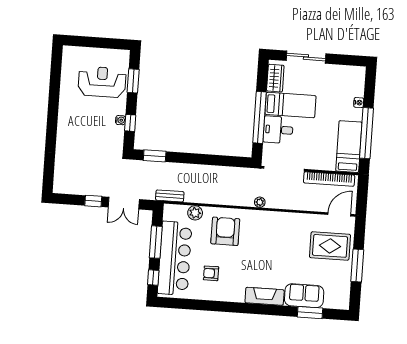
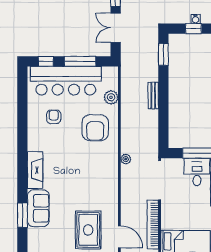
bench: (170, 196) -> (153, 95), moved
armchair: (225, 231) -> (95, 128), turned 90

